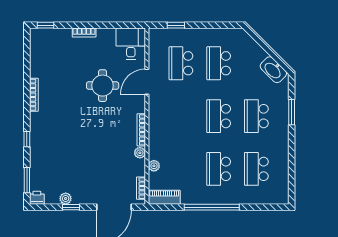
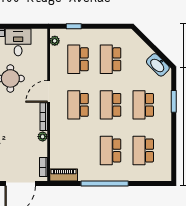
desk: (131, 44) -> (18, 42), moved
door: (147, 82) -> (49, 91), moved
school desk: (181, 116) -> (78, 105), added
plant: (154, 166) -> (55, 41), moved

